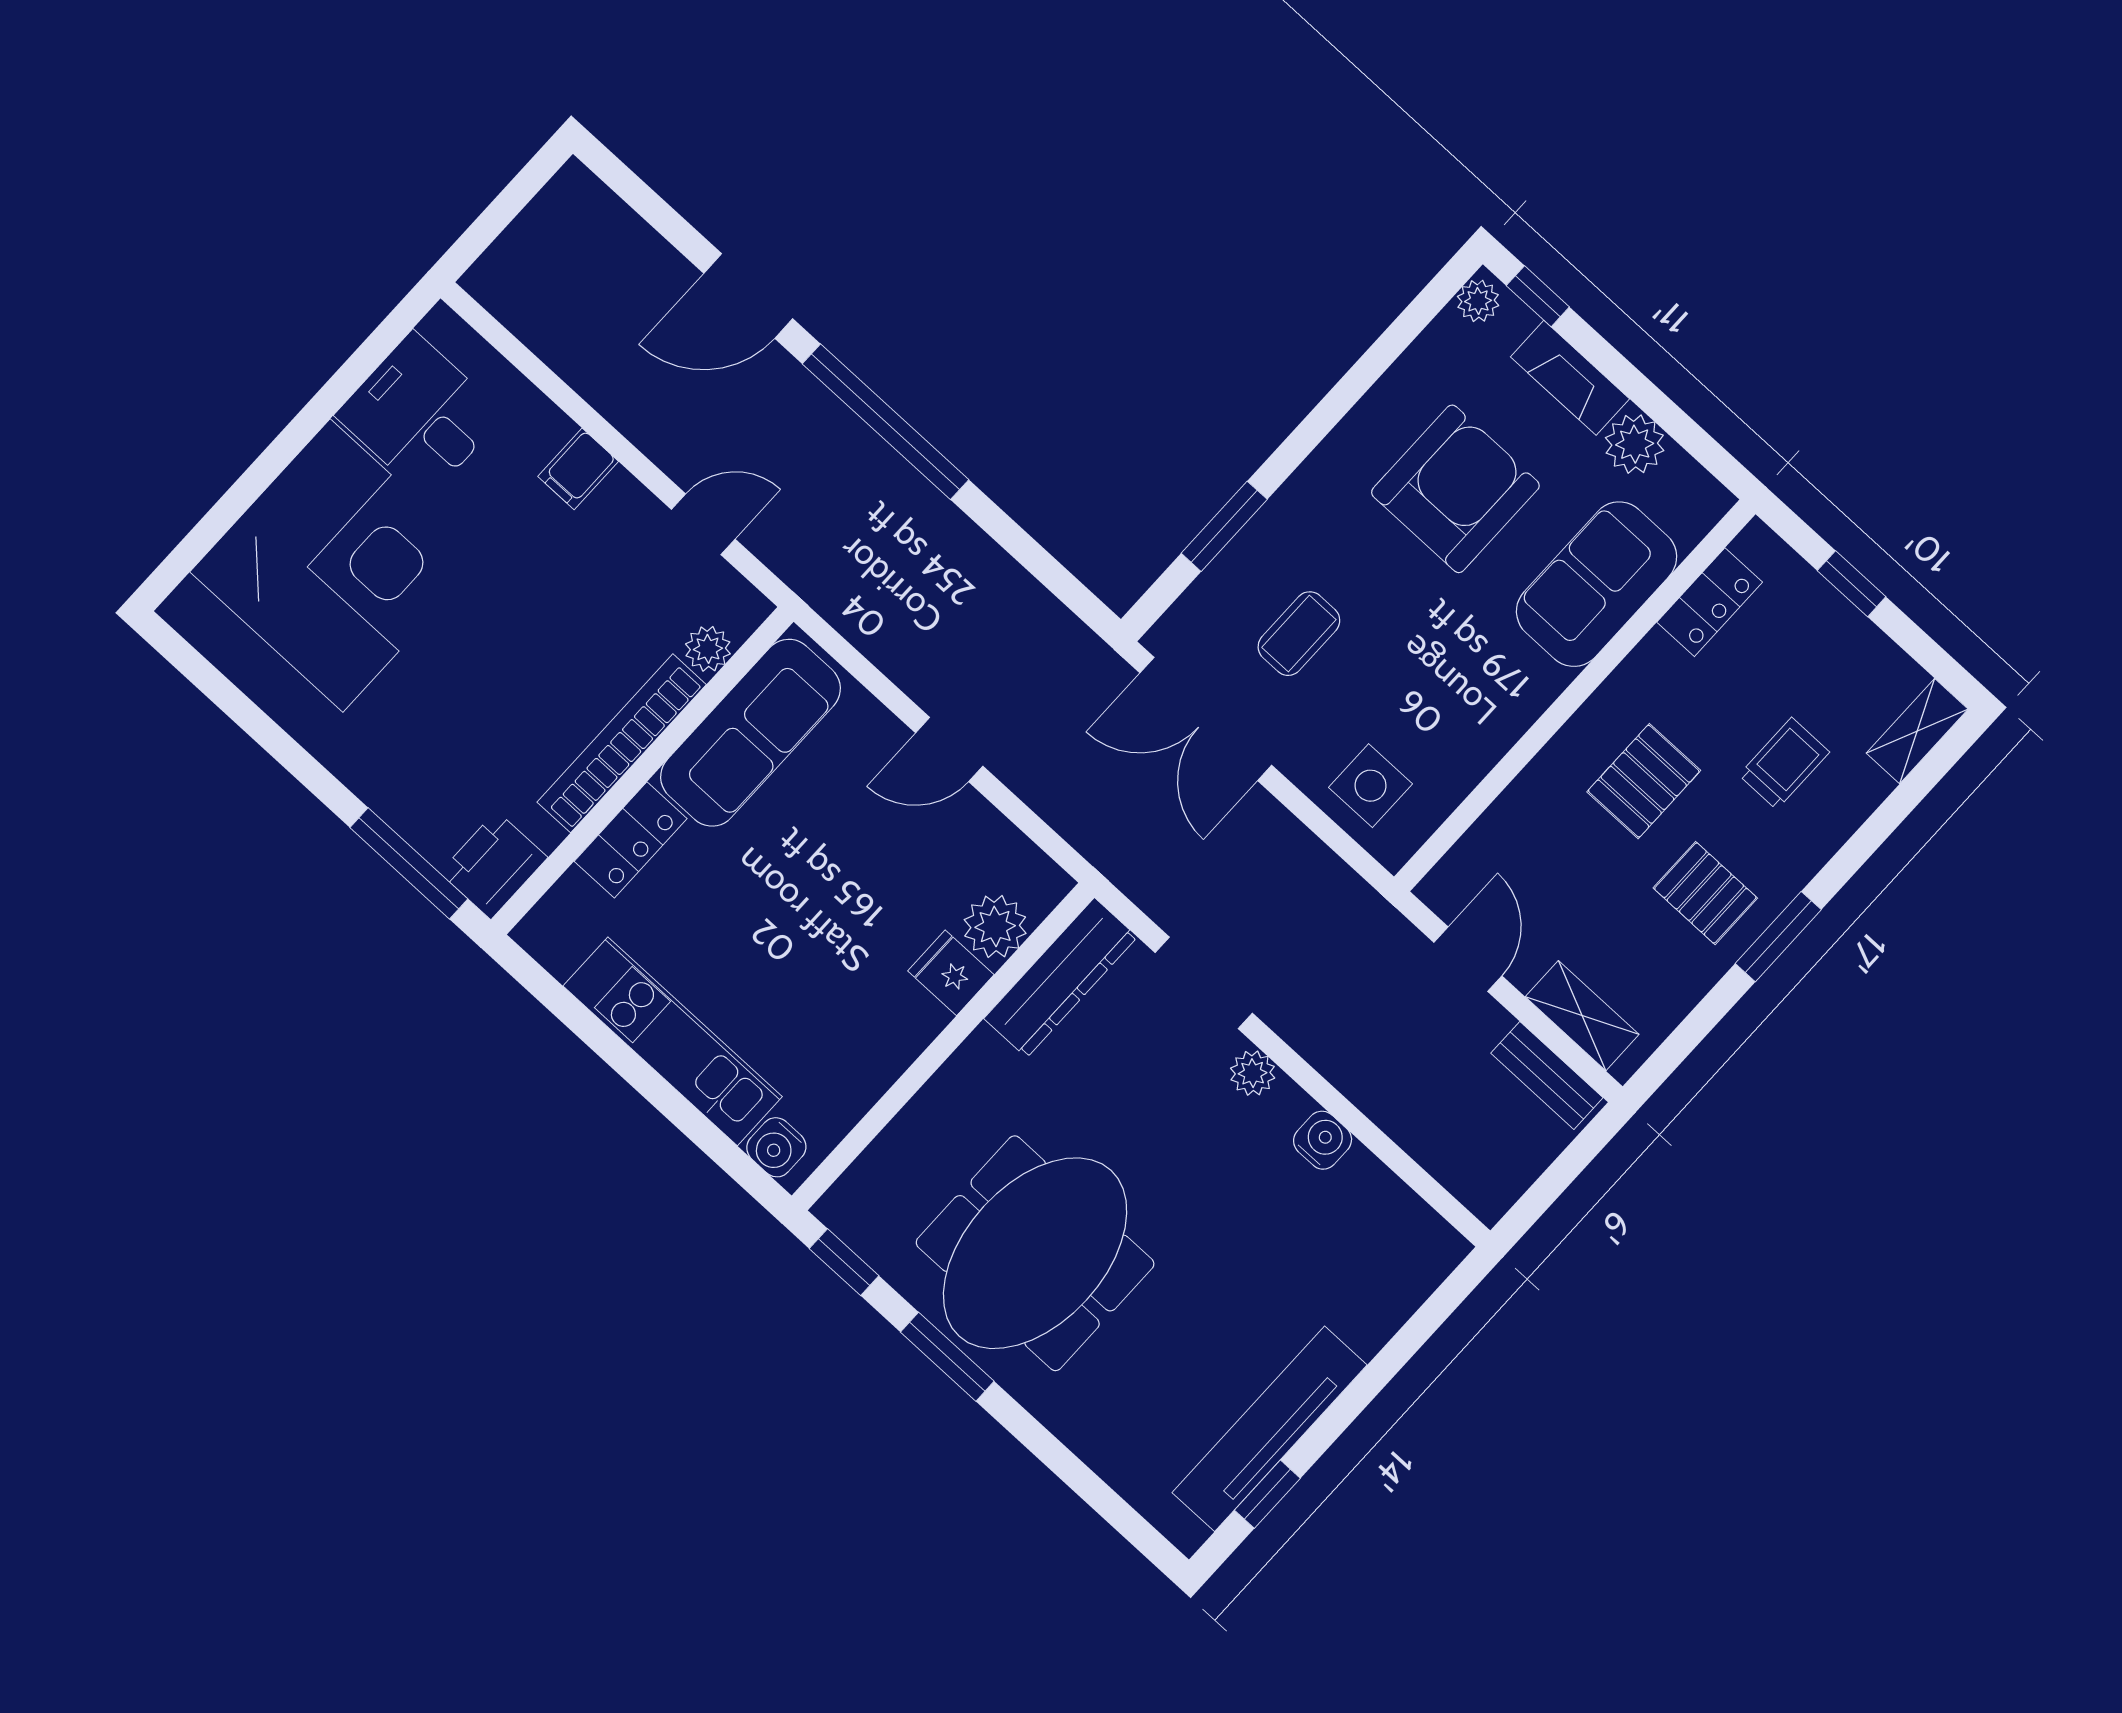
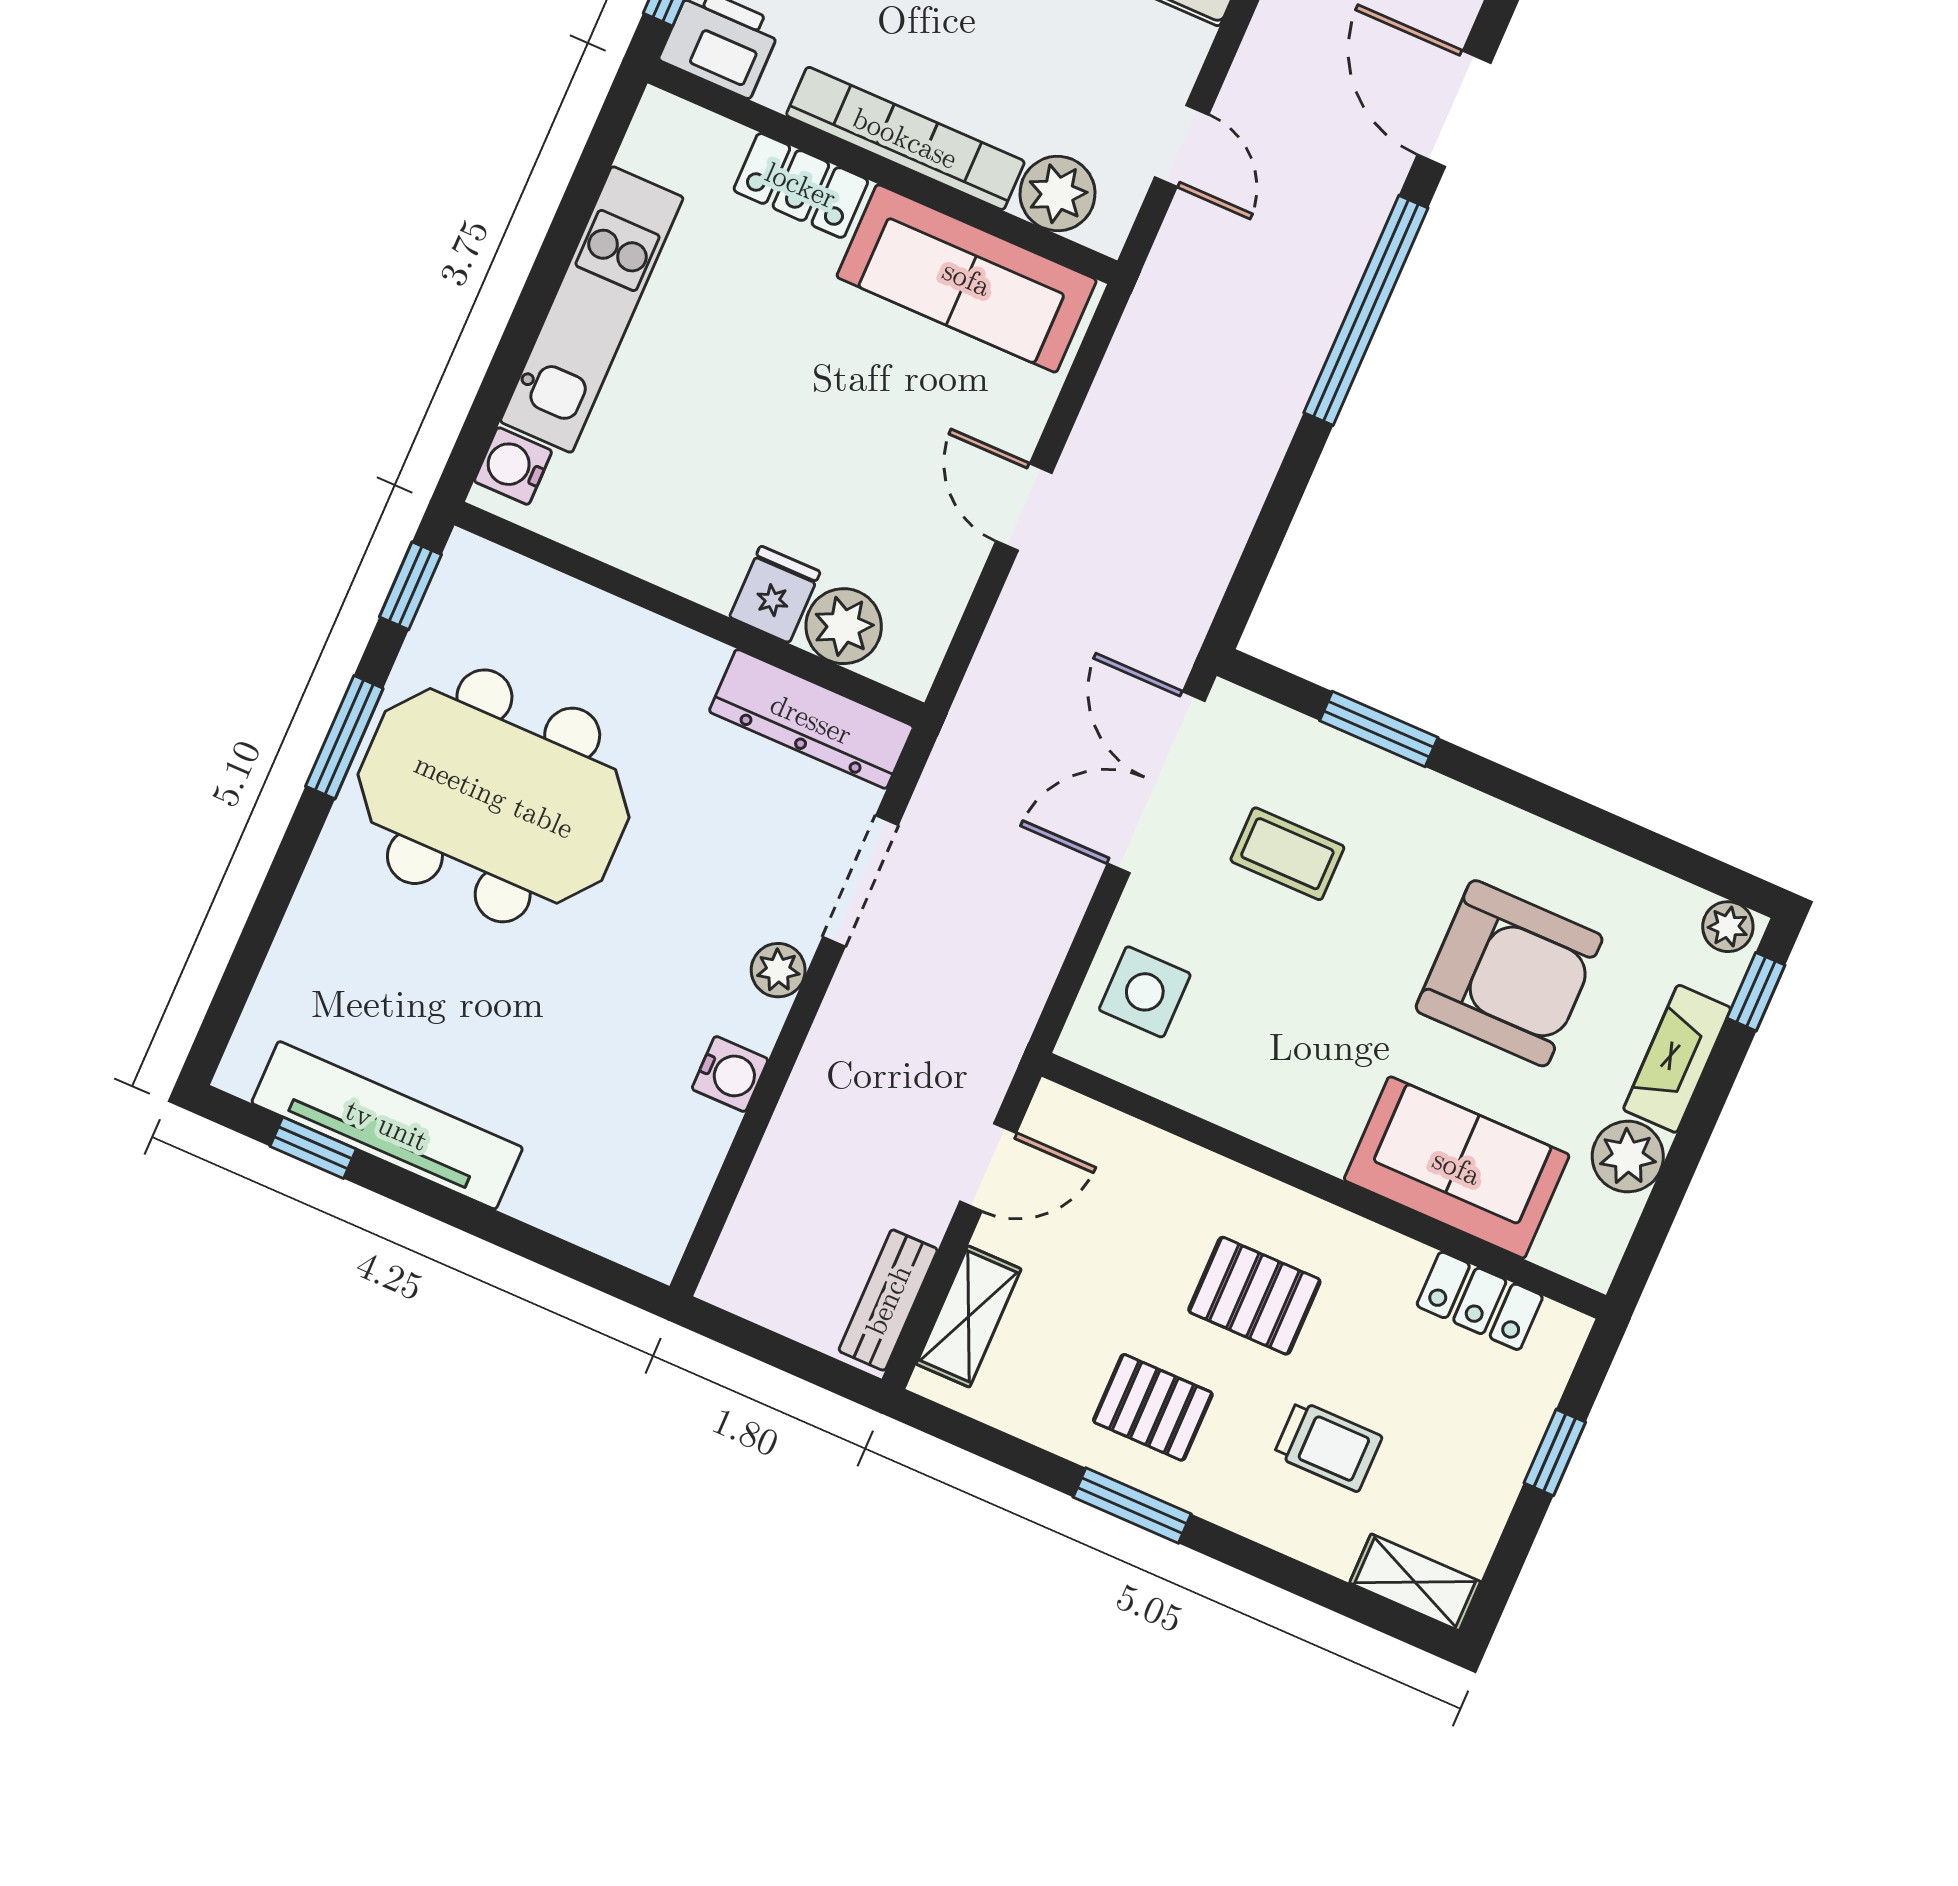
plant: (708, 649) -> (1057, 194), width x1.38, depth x1.38
pallet: (1705, 893) -> (1153, 1407), turned 90

